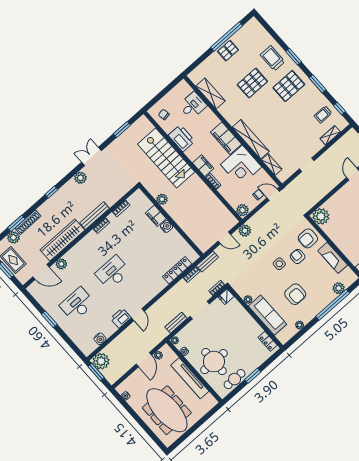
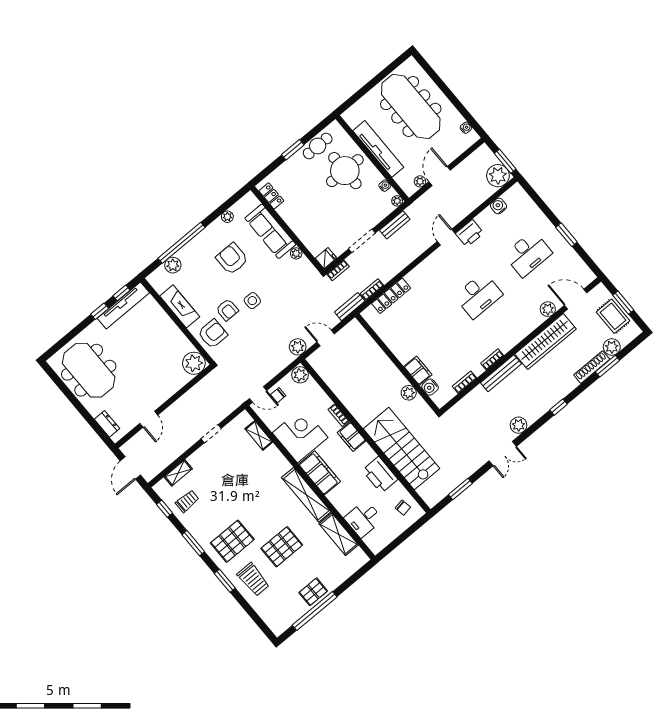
shelving: (251, 139) -> (306, 495), moved
water cooler: (166, 226) -> (430, 387), moved

